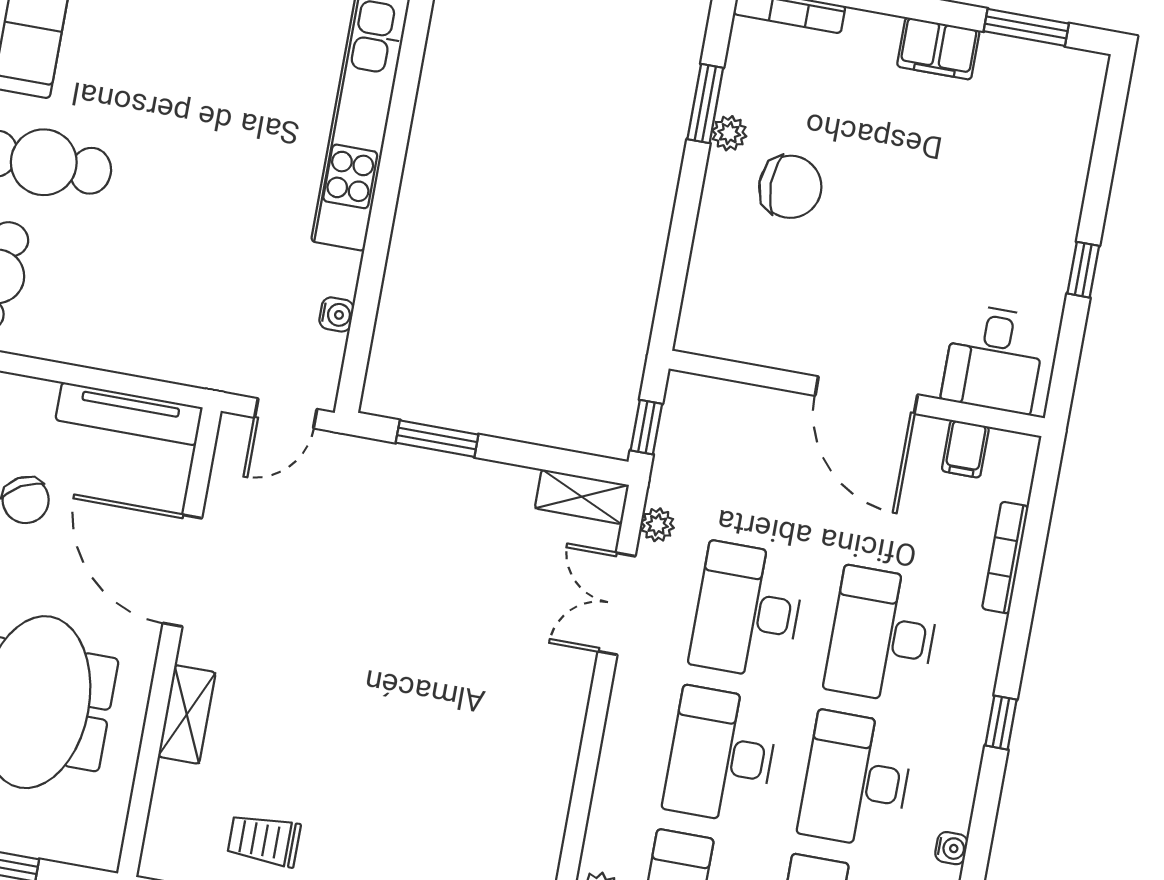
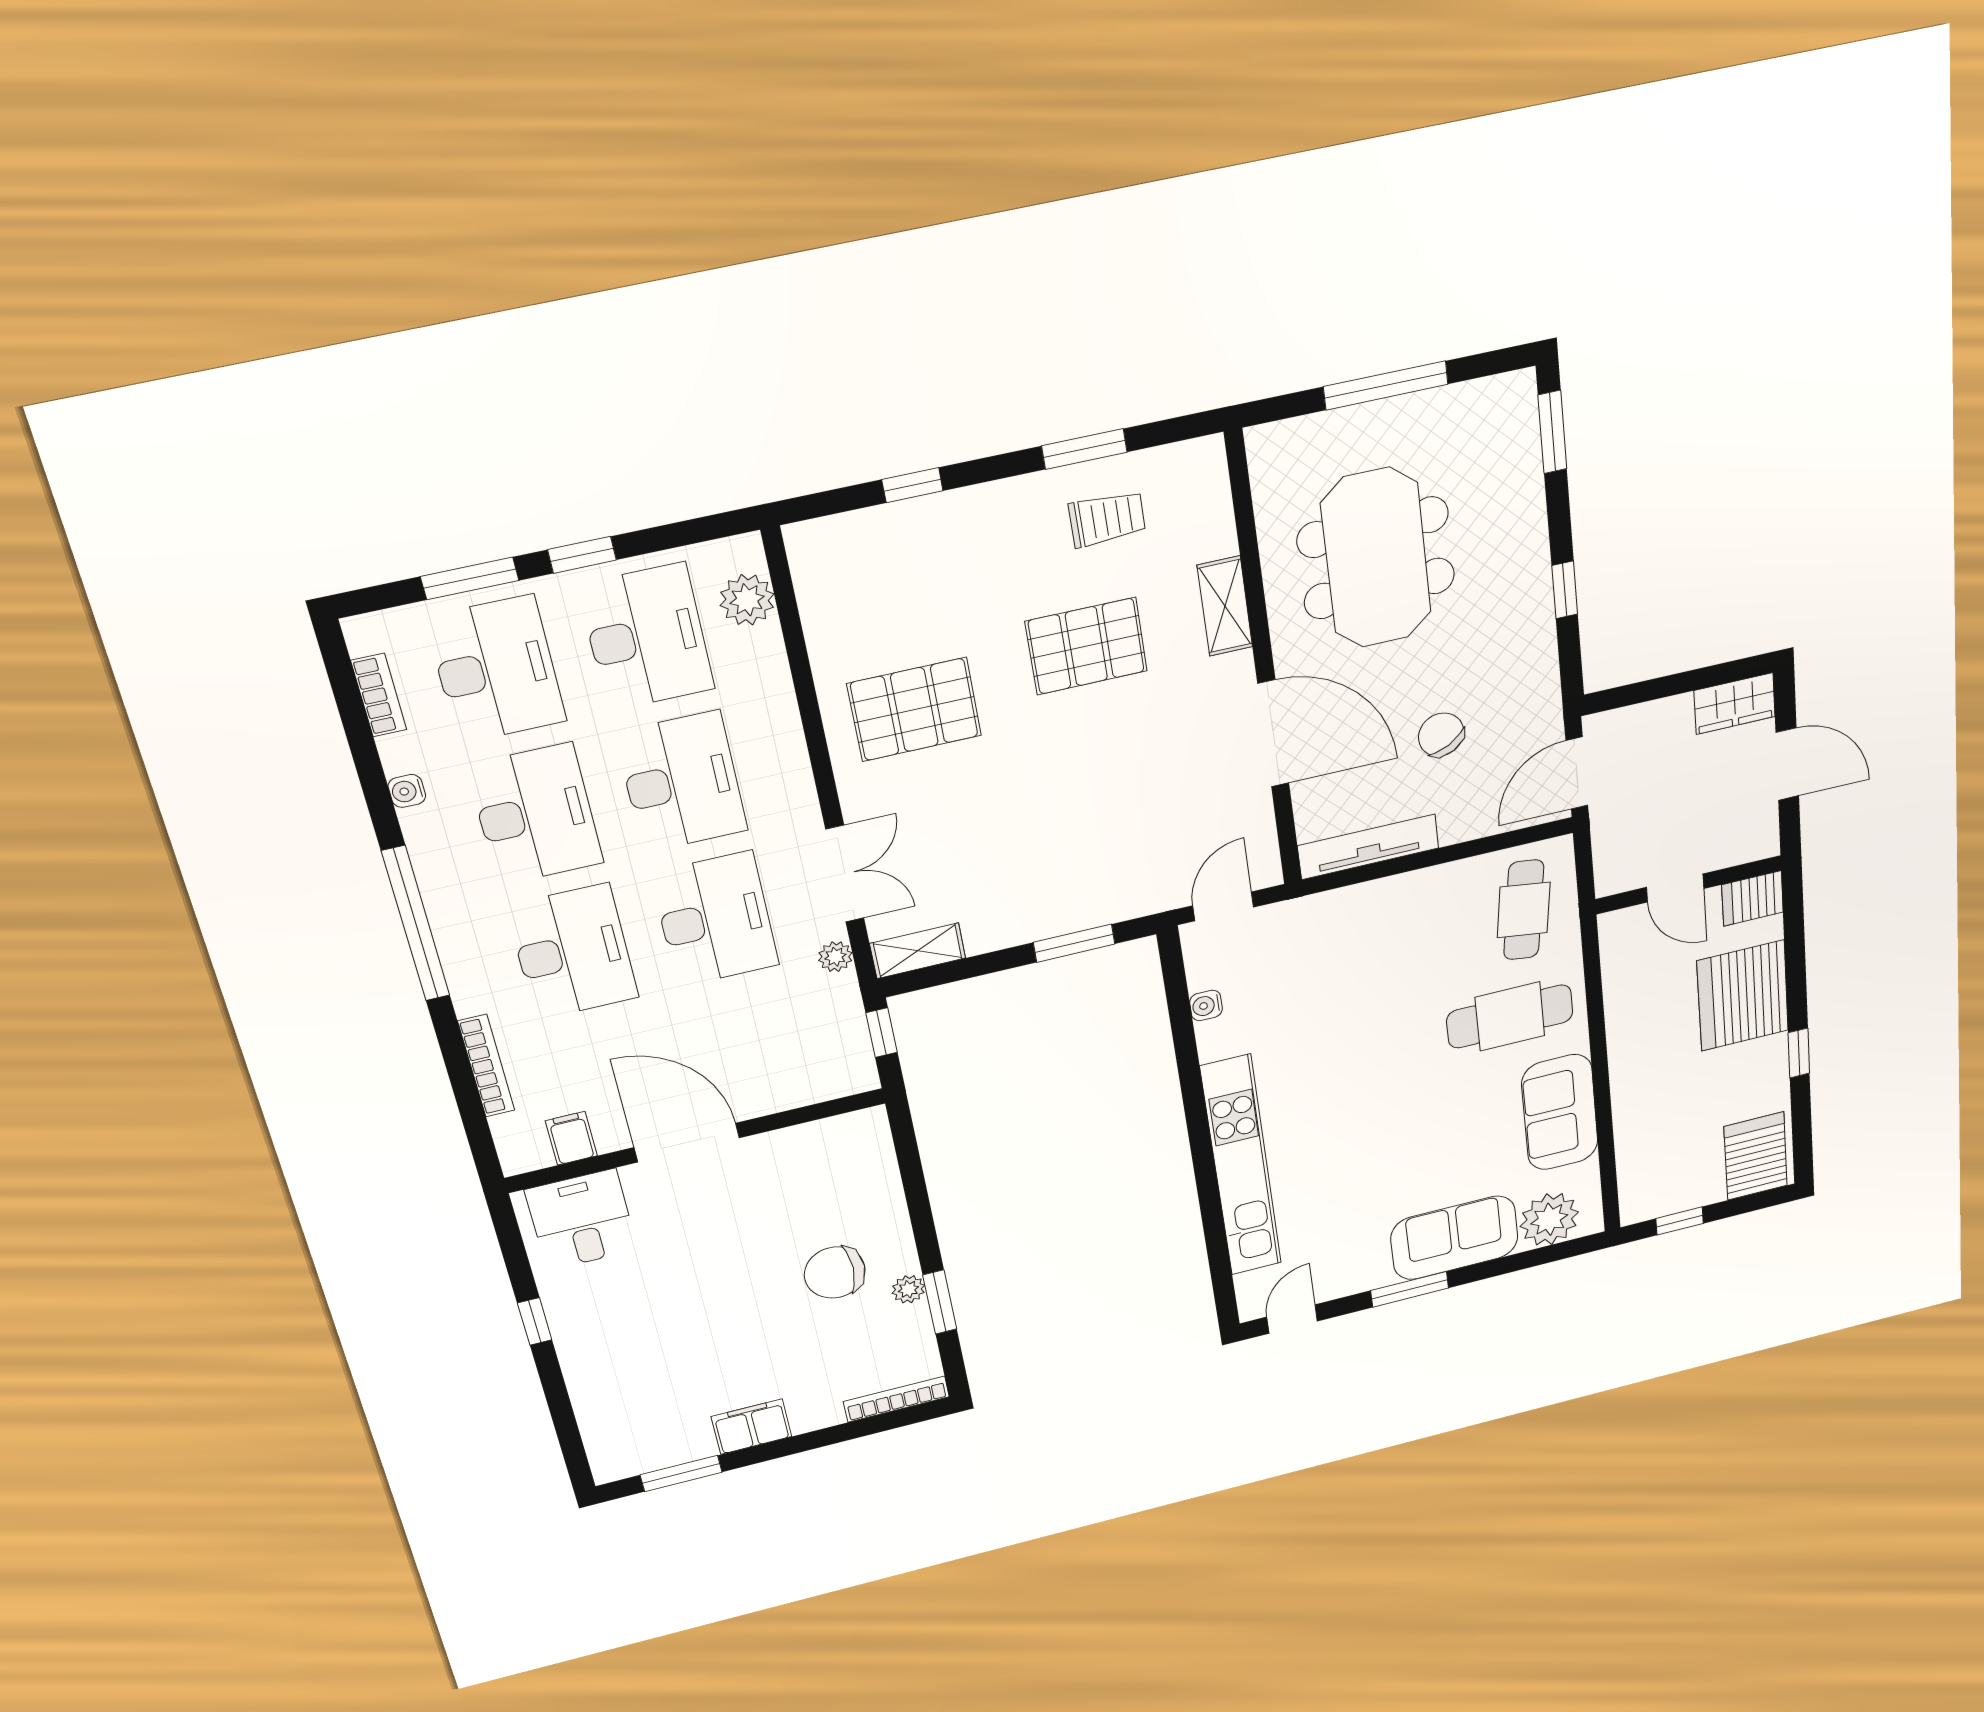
window: (1001, 723) -> (416, 924), width x3.17
pallet: (323, 730) -> (1086, 646), added
pallet: (495, 735) -> (914, 710), added

